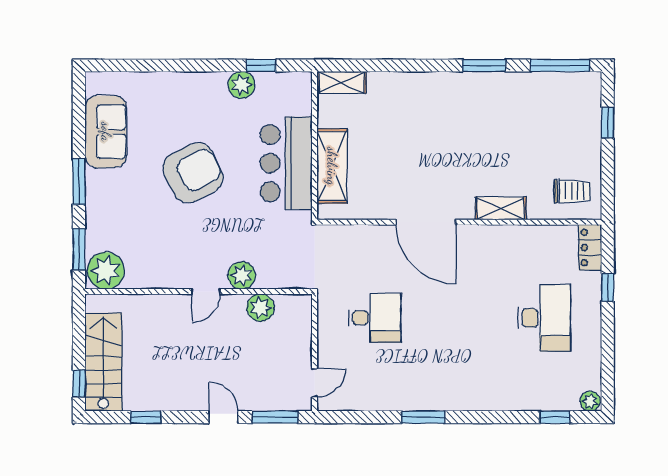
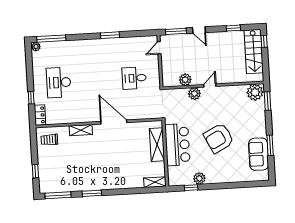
window: (79, 182) -> (270, 145), moved
window: (555, 417) -> (51, 39), width x2.17

